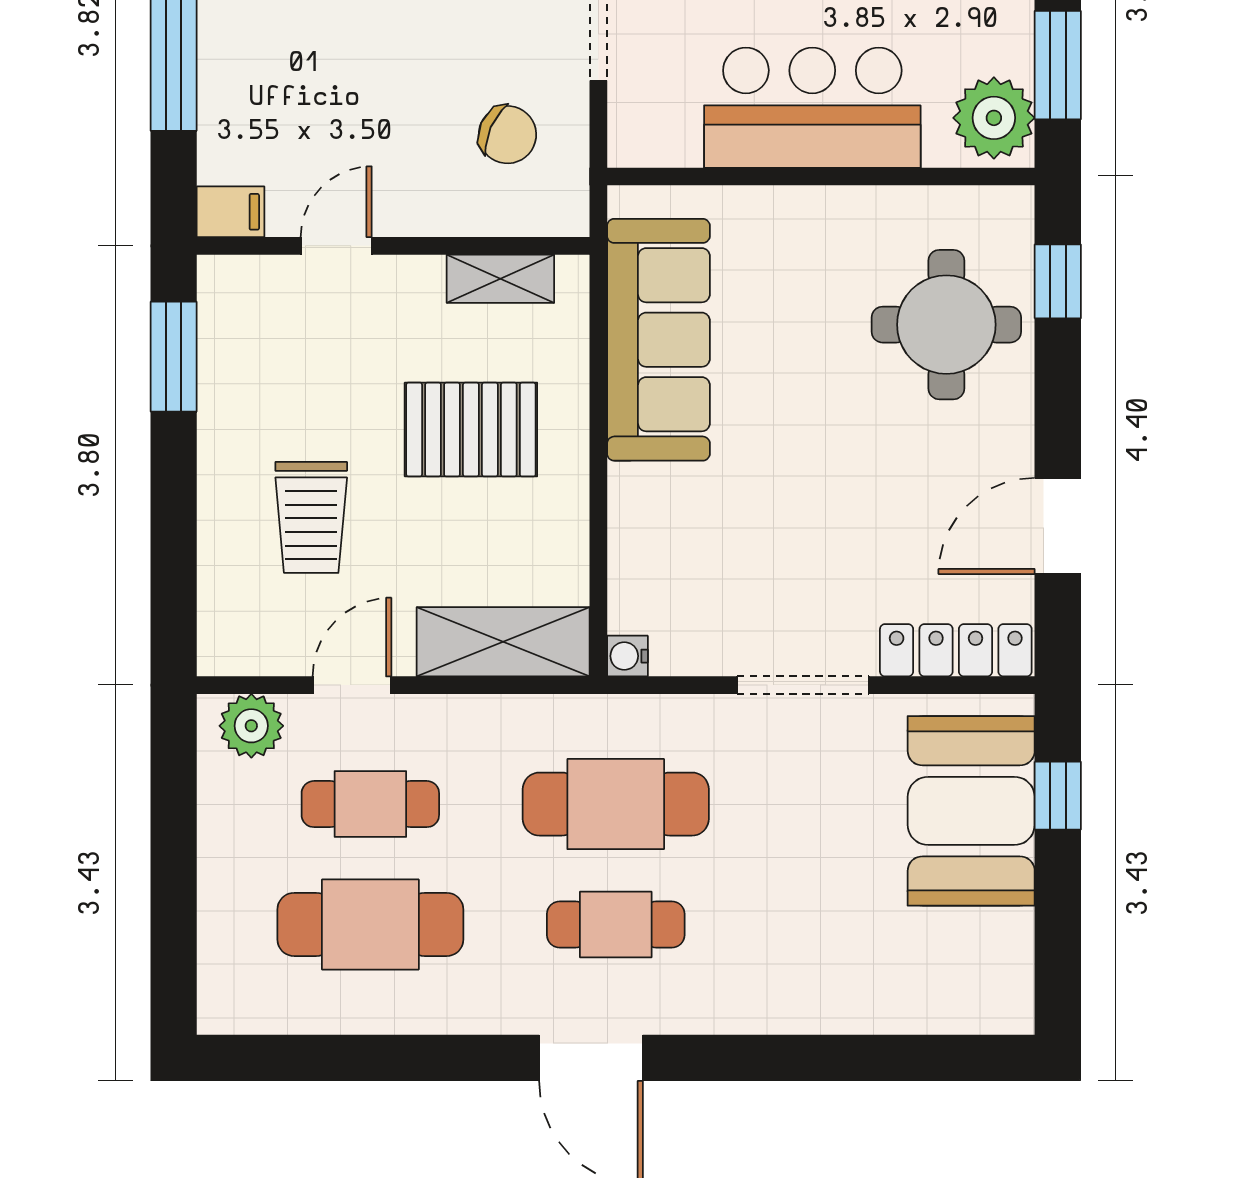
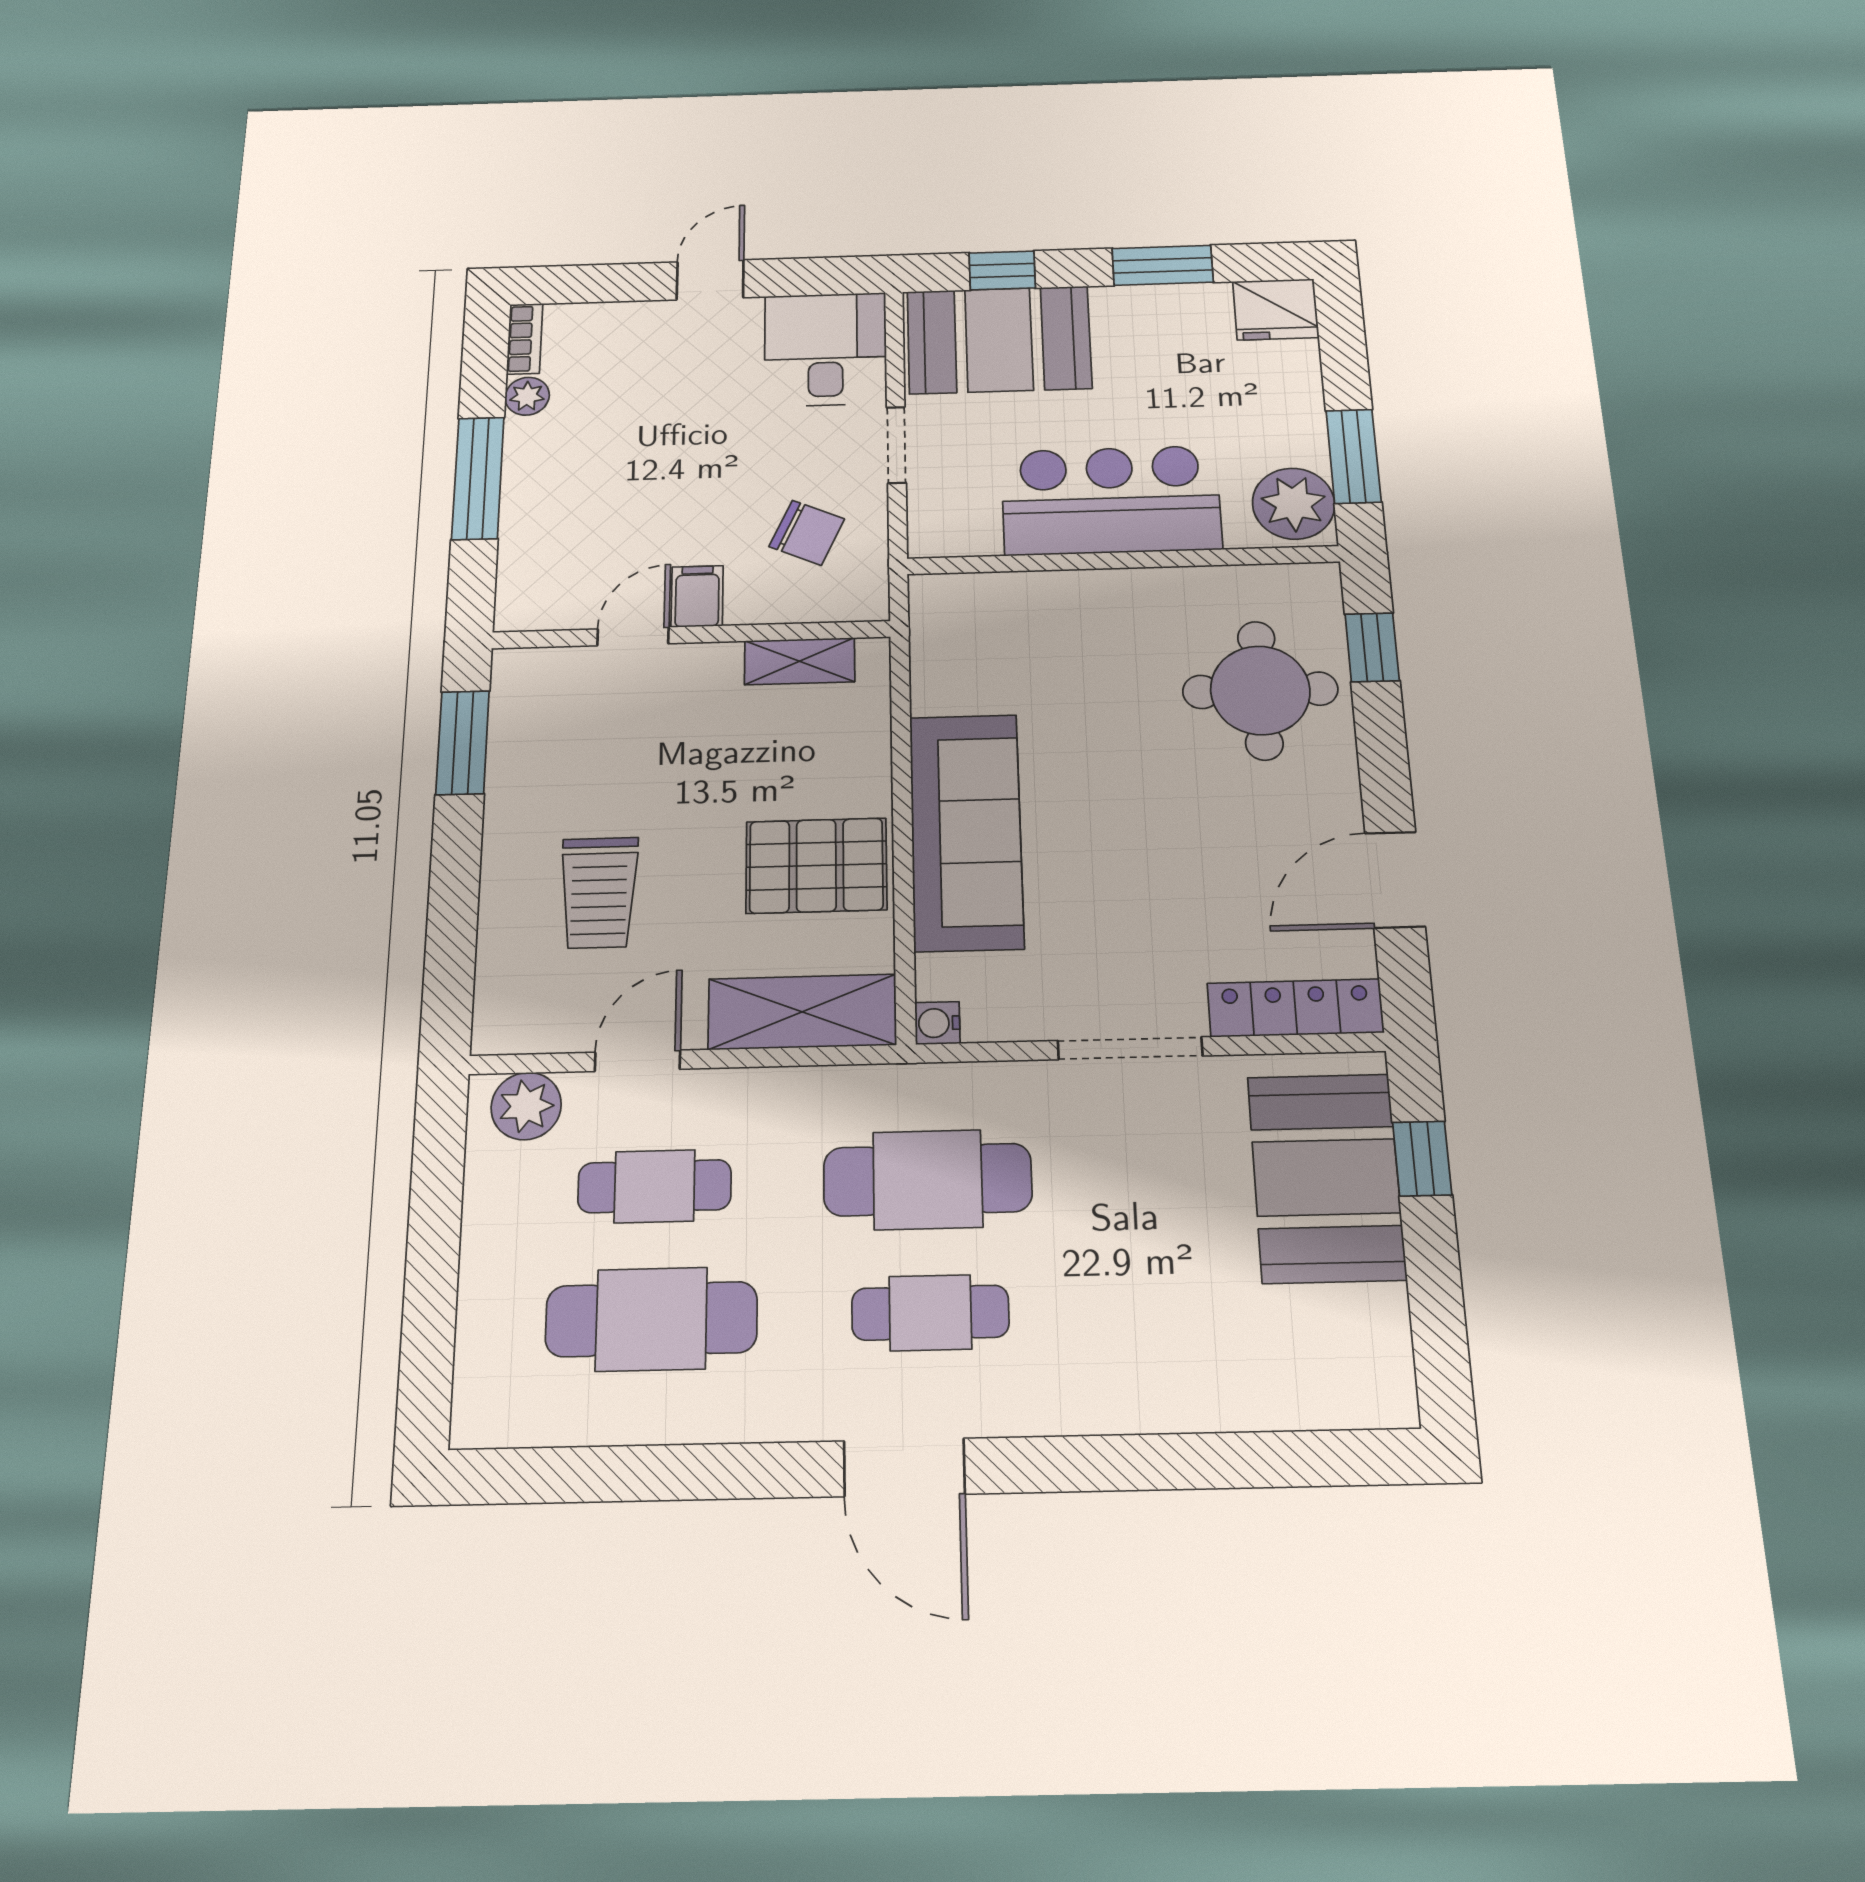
filing cabinet: (231, 212) -> (697, 596), moved, turned -90
sofa: (658, 340) -> (966, 831), moved
pallet: (471, 430) -> (816, 866), moved

